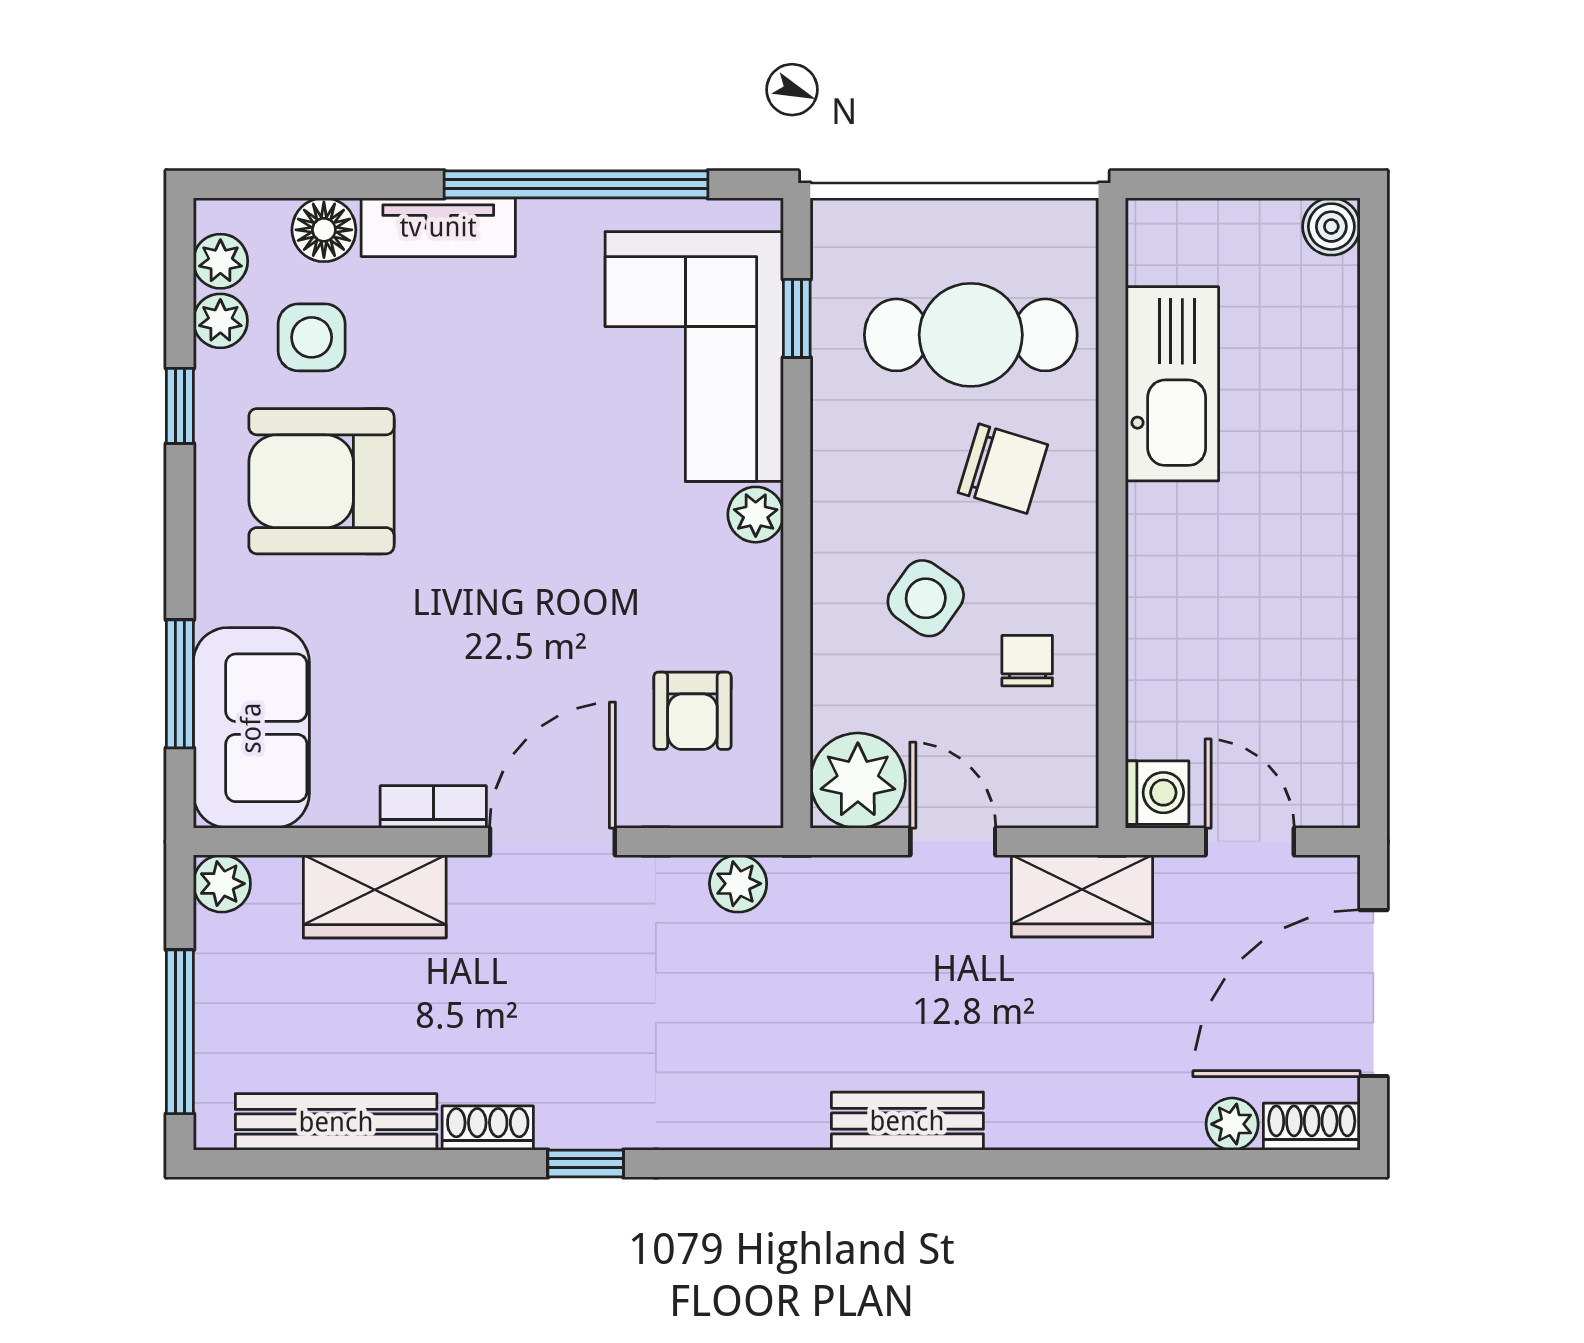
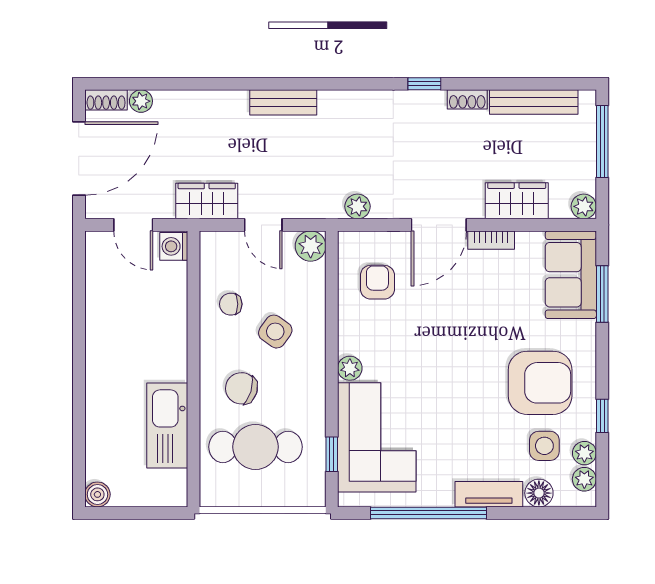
chair: (1027, 661) -> (231, 304), turned 90
plant: (858, 781) -> (311, 246), width x0.73, depth x0.73

